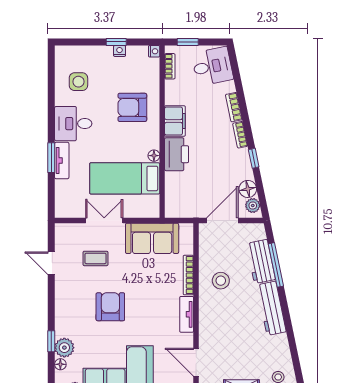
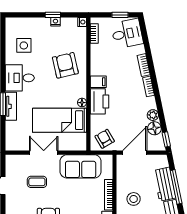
window: (188, 42) -> (120, 15), moved
armchair: (132, 107) -> (65, 65), turned 77
filing cabinet: (175, 121) -> (98, 82), width x0.50
window: (254, 158) -> (166, 139), moved
armchair: (183, 203) -> (105, 139), added
plant: (253, 206) -> (153, 115), moved

